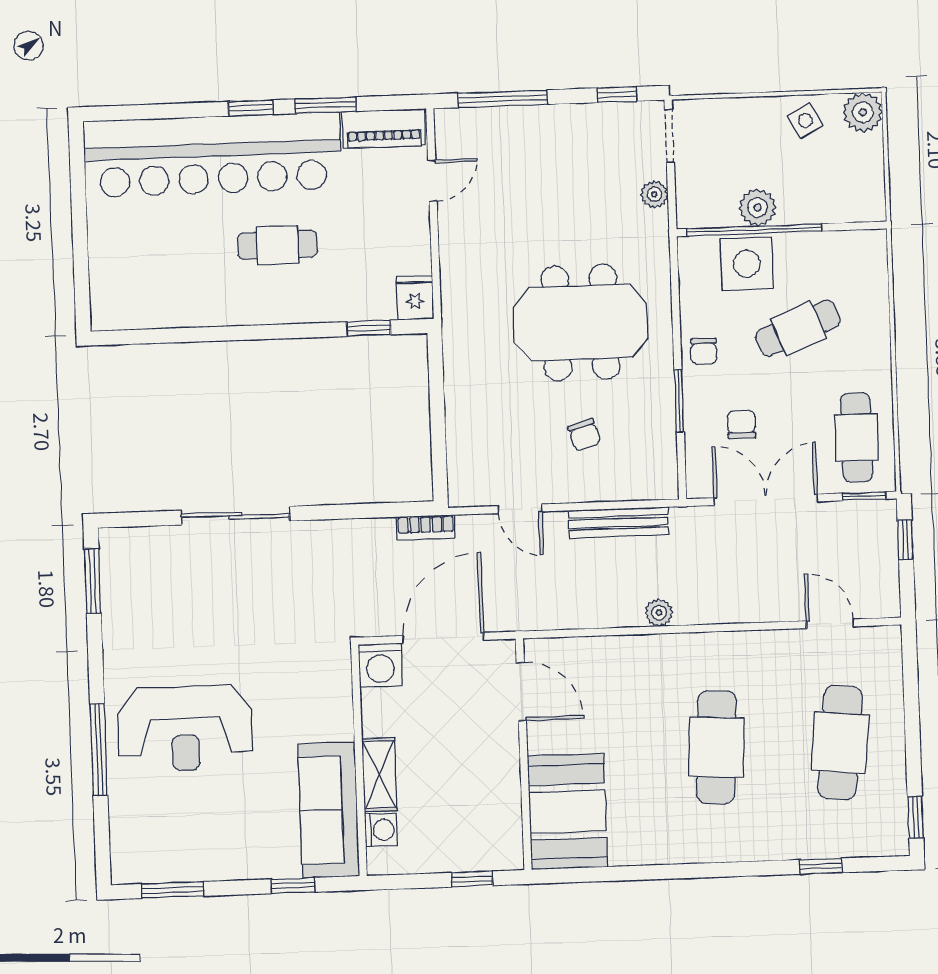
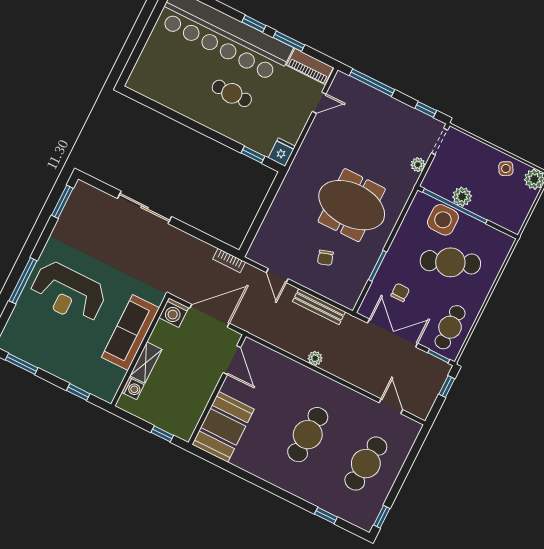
cafe table: (798, 328) -> (450, 262), width x1.37, depth x1.35
chair: (704, 351) -> (401, 249), removed
sofa: (329, 810) -> (130, 333), moved

